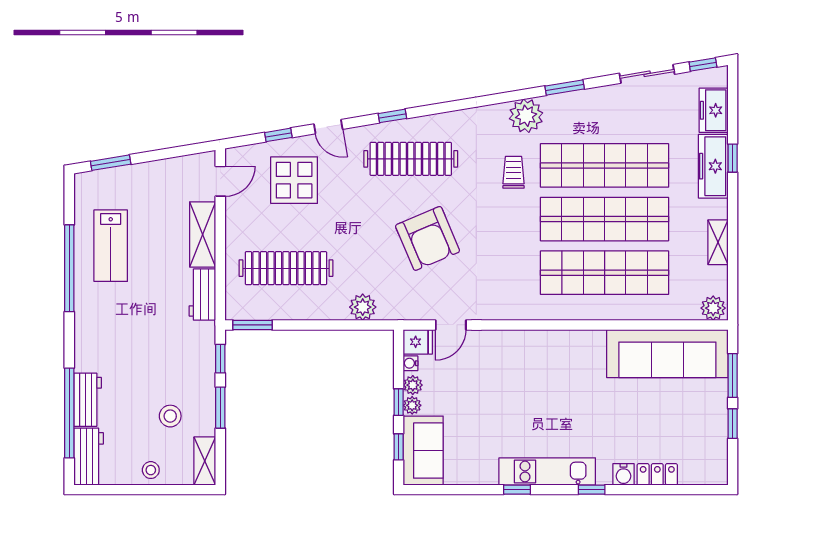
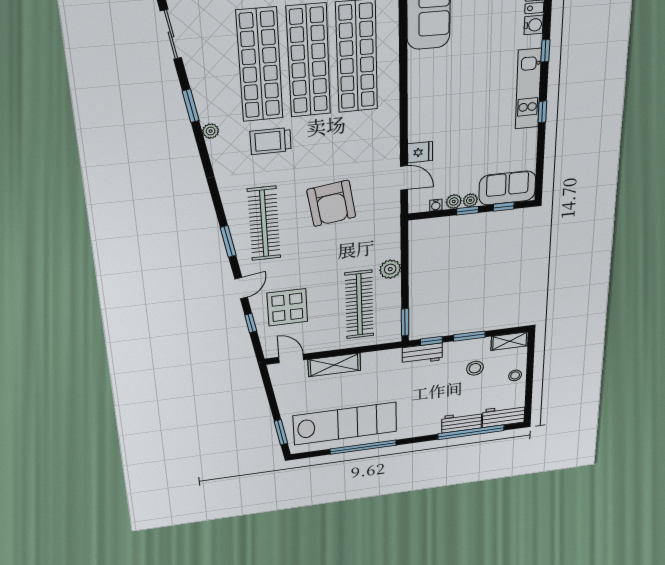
window: (392, 116) -> (228, 241), width x1.50
plant: (526, 116) -> (211, 131), width x0.53, depth x0.53
trolley: (514, 172) -> (271, 141), width x1.36, depth x1.39
armchair: (428, 238) -> (331, 203), turned 105
lab bench: (111, 246) -> (345, 424), width x1.86, depth x1.39
workbench: (202, 295) -> (422, 354), moved
plant: (363, 307) -> (390, 269), moved
fridge: (418, 342) -> (420, 152), moved, turned 90

